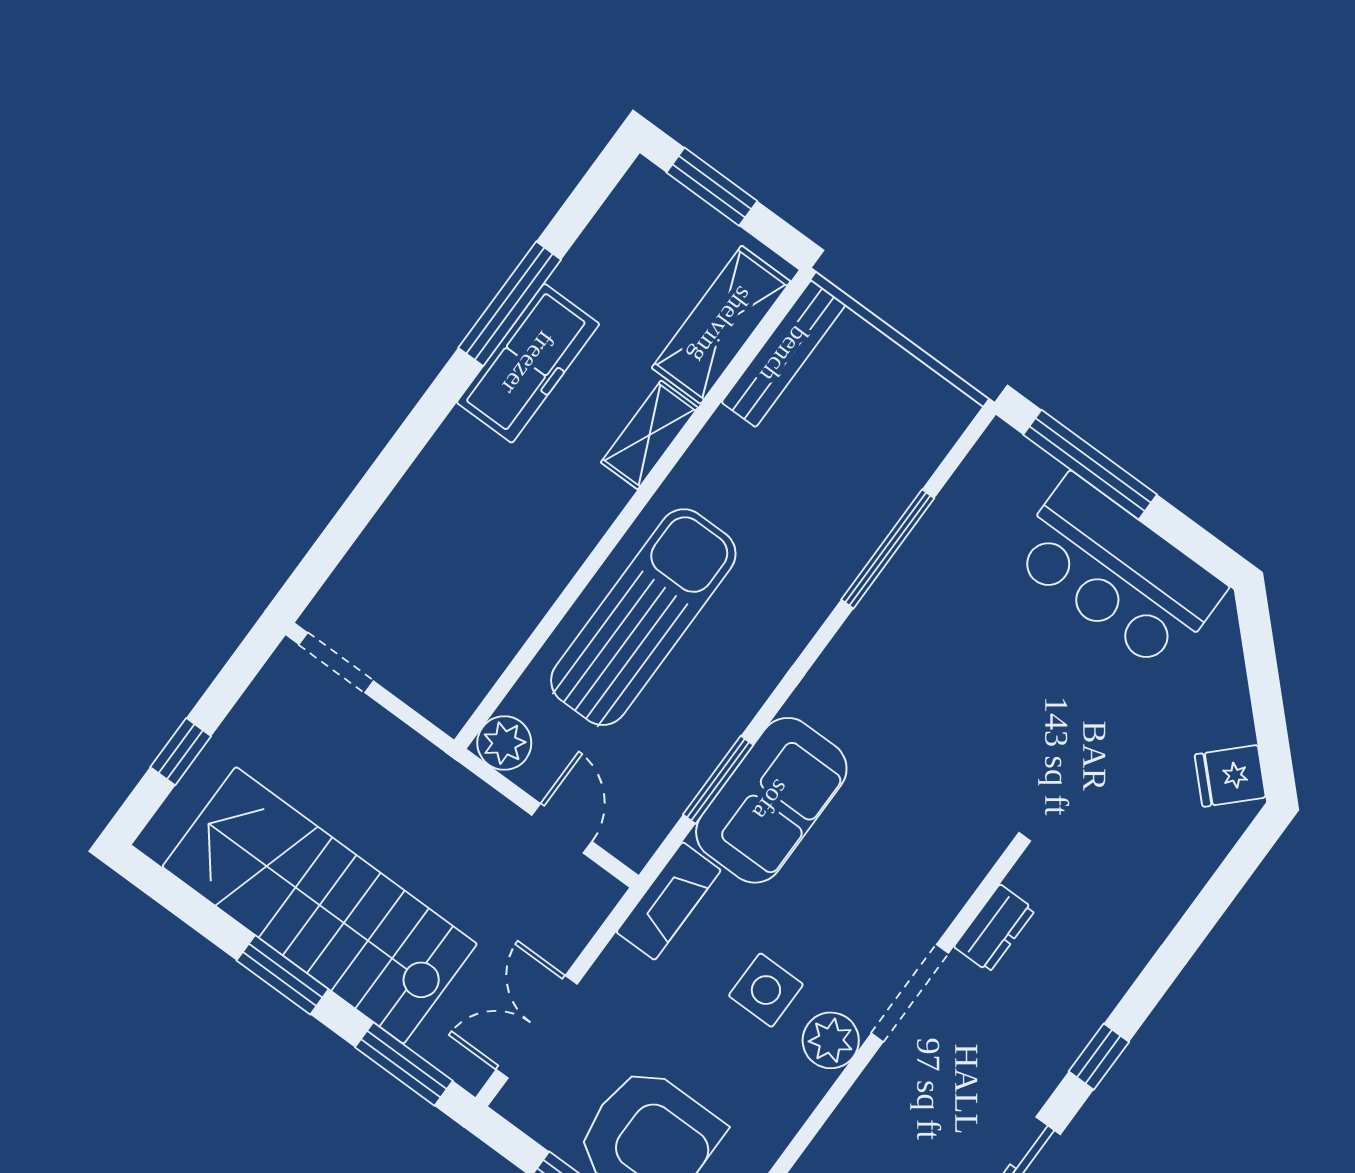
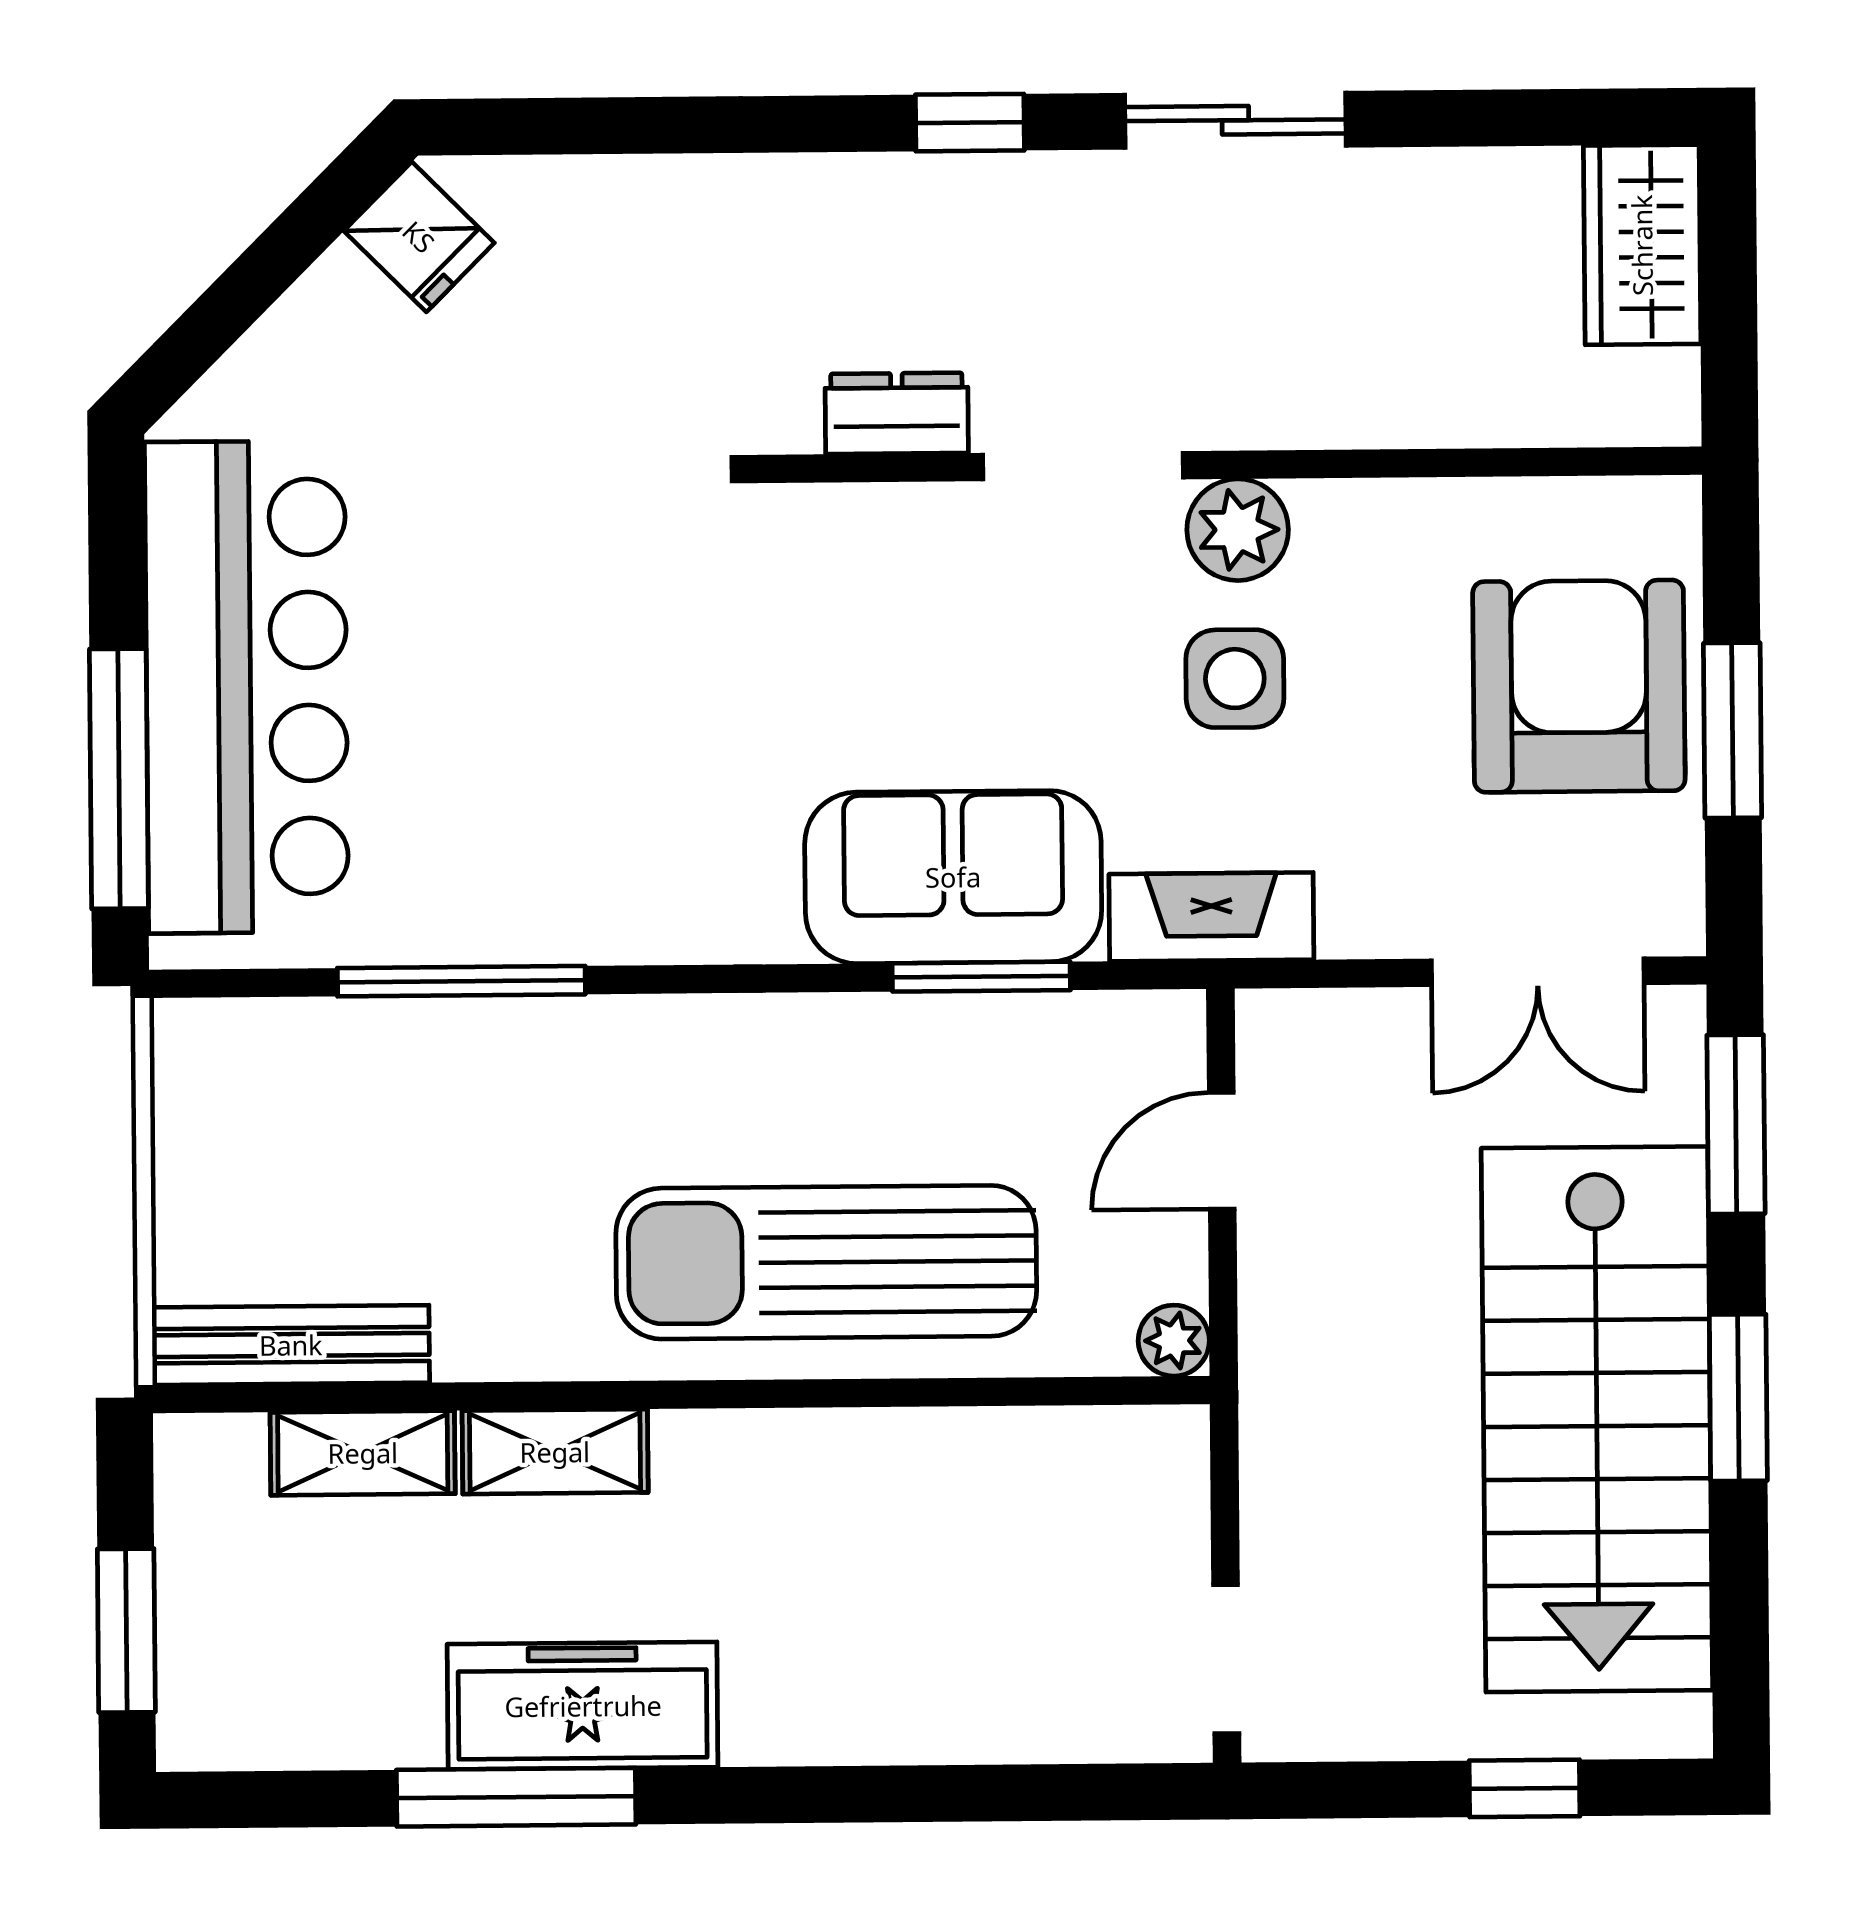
shelving: (721, 325) -> (363, 1453), width x0.67, depth x0.75
bar counter: (1118, 573) -> (247, 687), width x1.36
plant: (504, 743) -> (1174, 1341), width x0.73, depth x0.73

